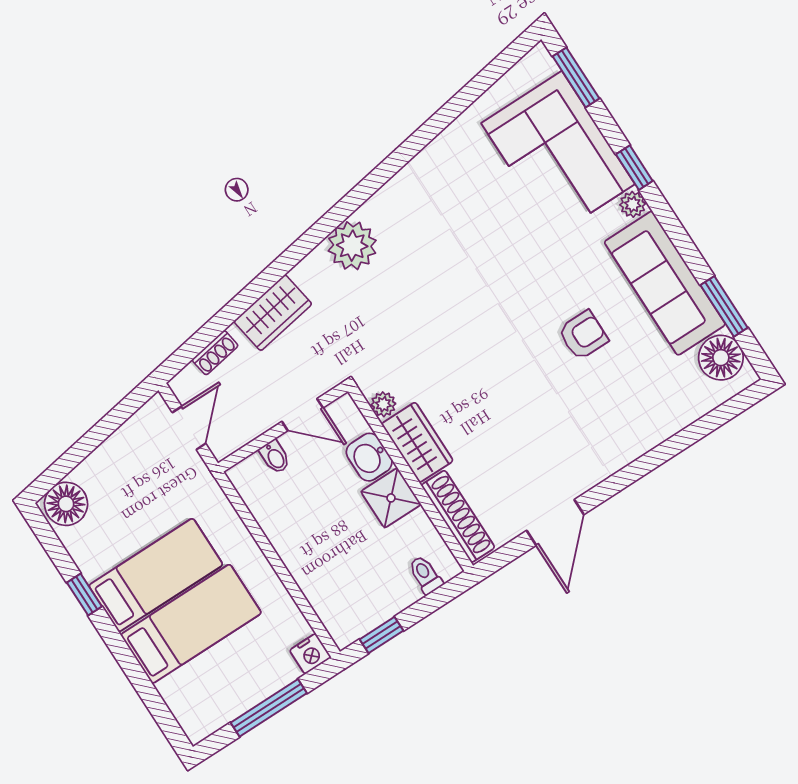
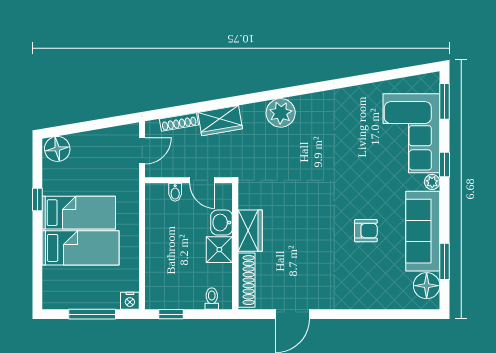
shoe rack: (215, 353) -> (179, 122), width x1.43
plant: (383, 404) -> (245, 201), removed

